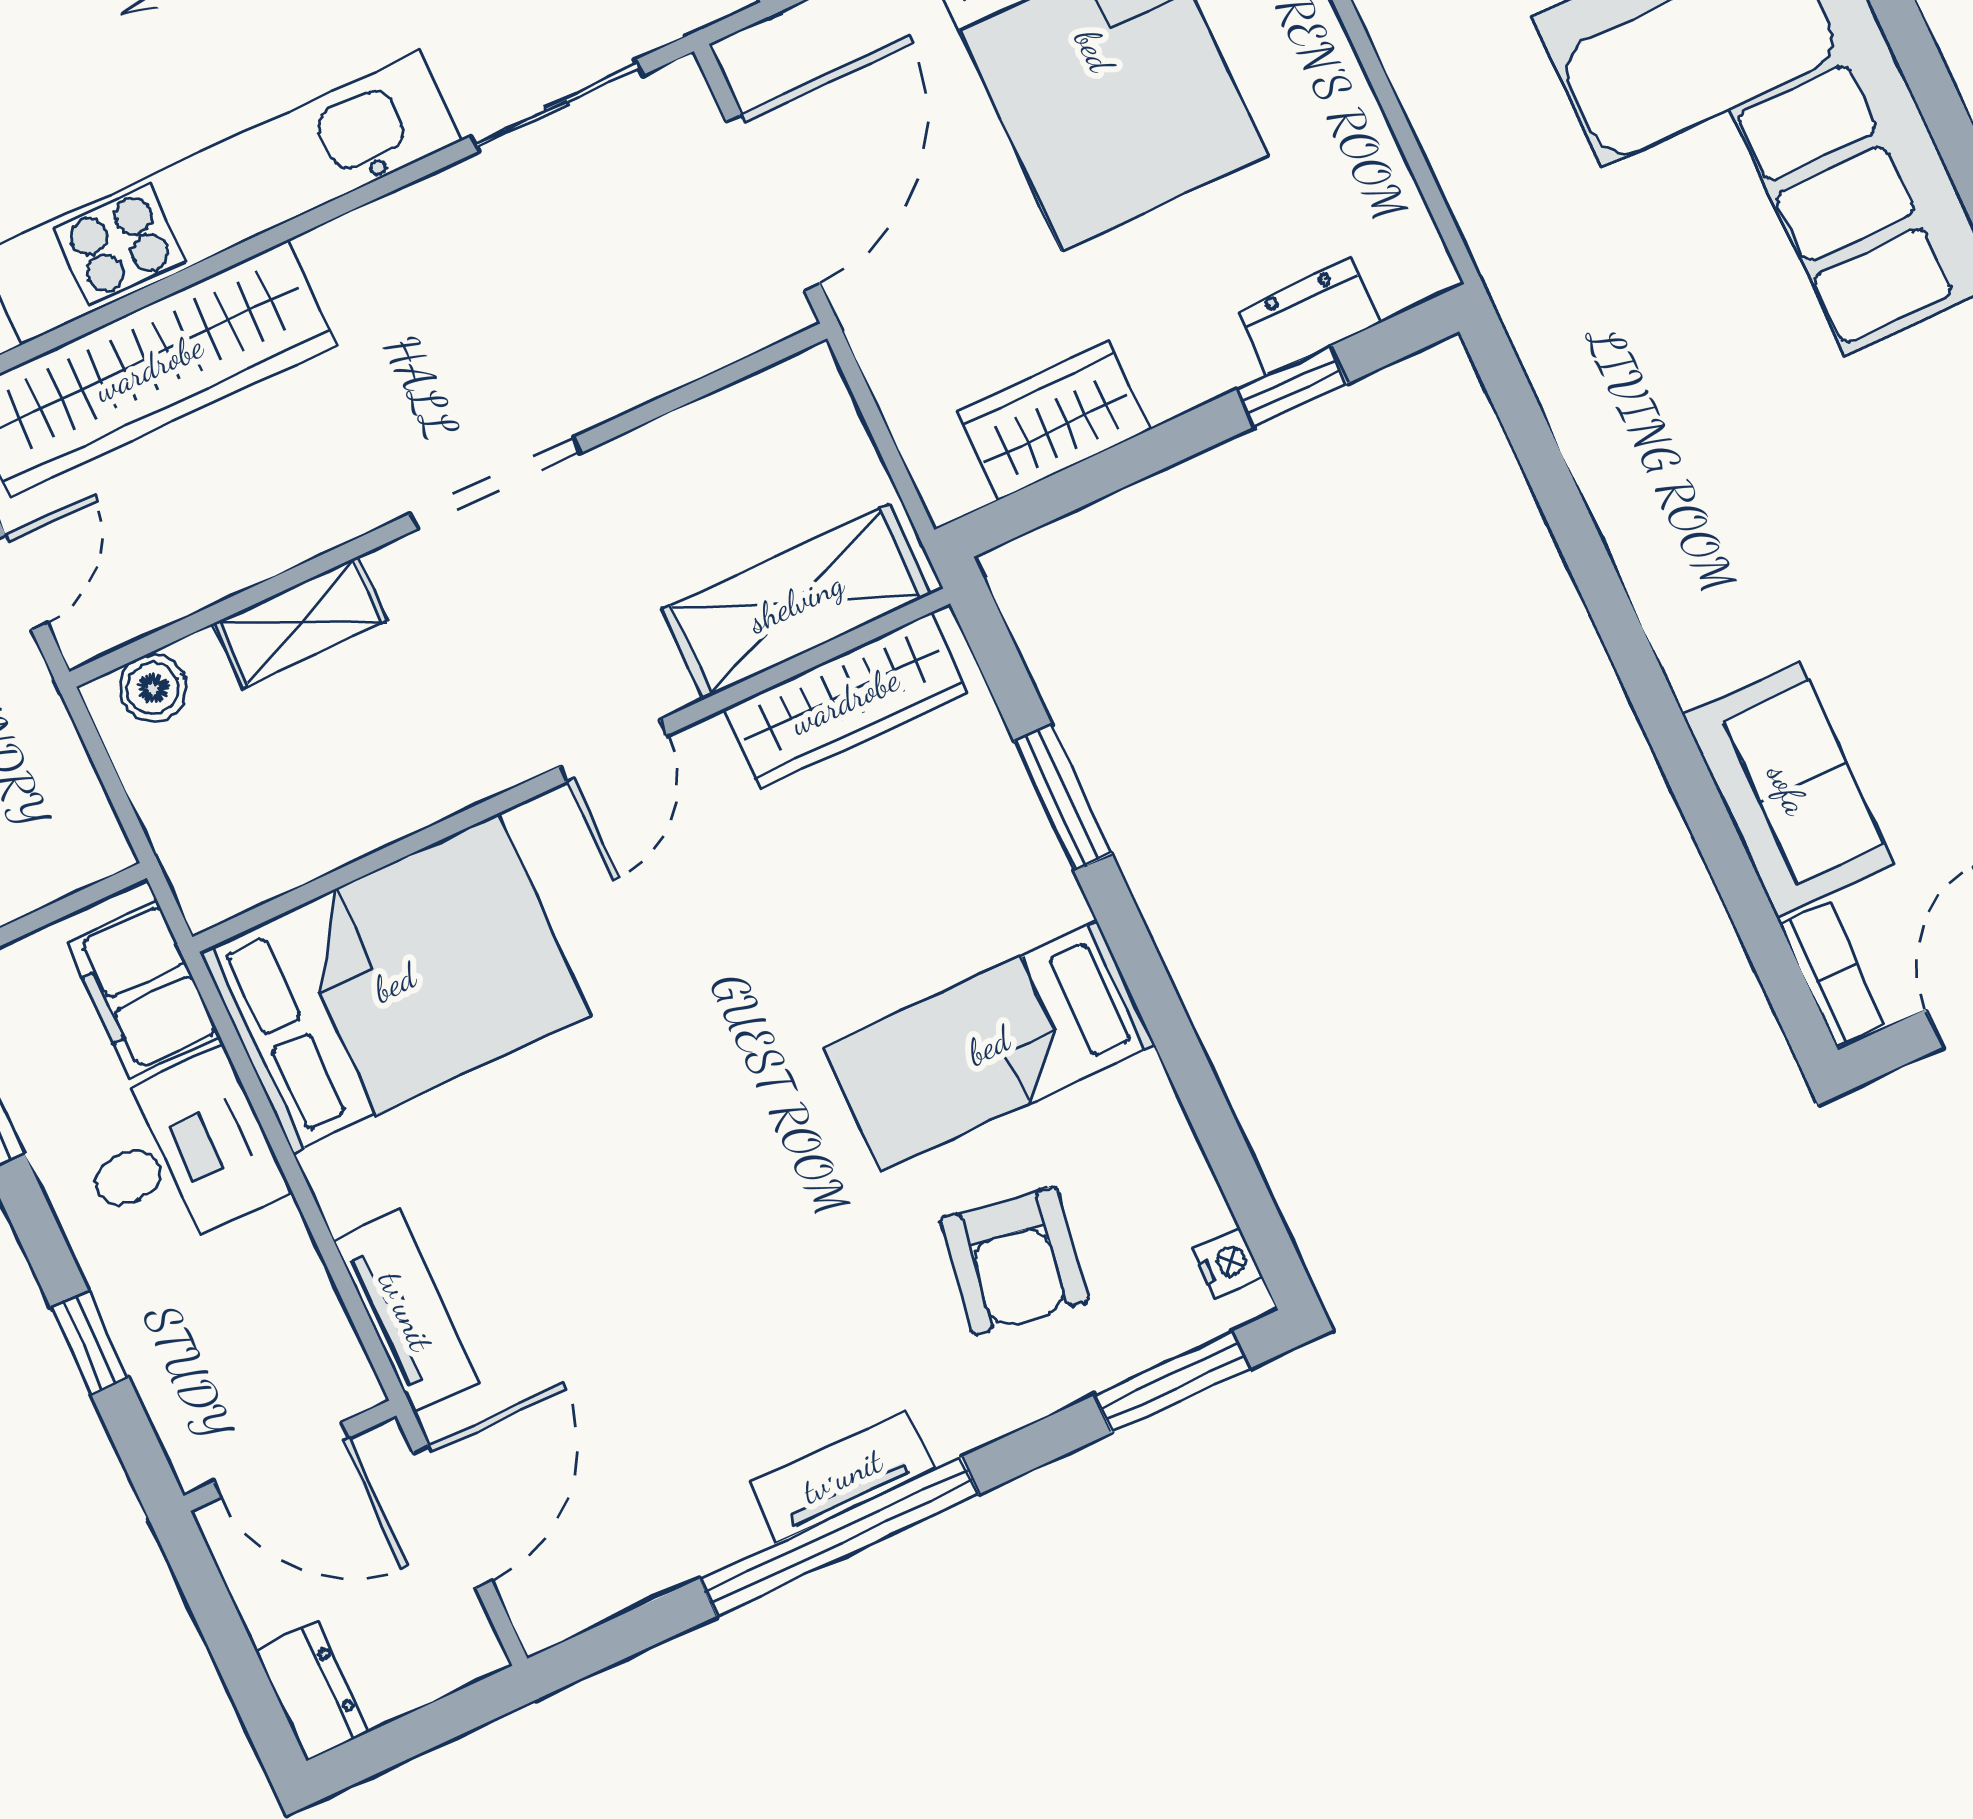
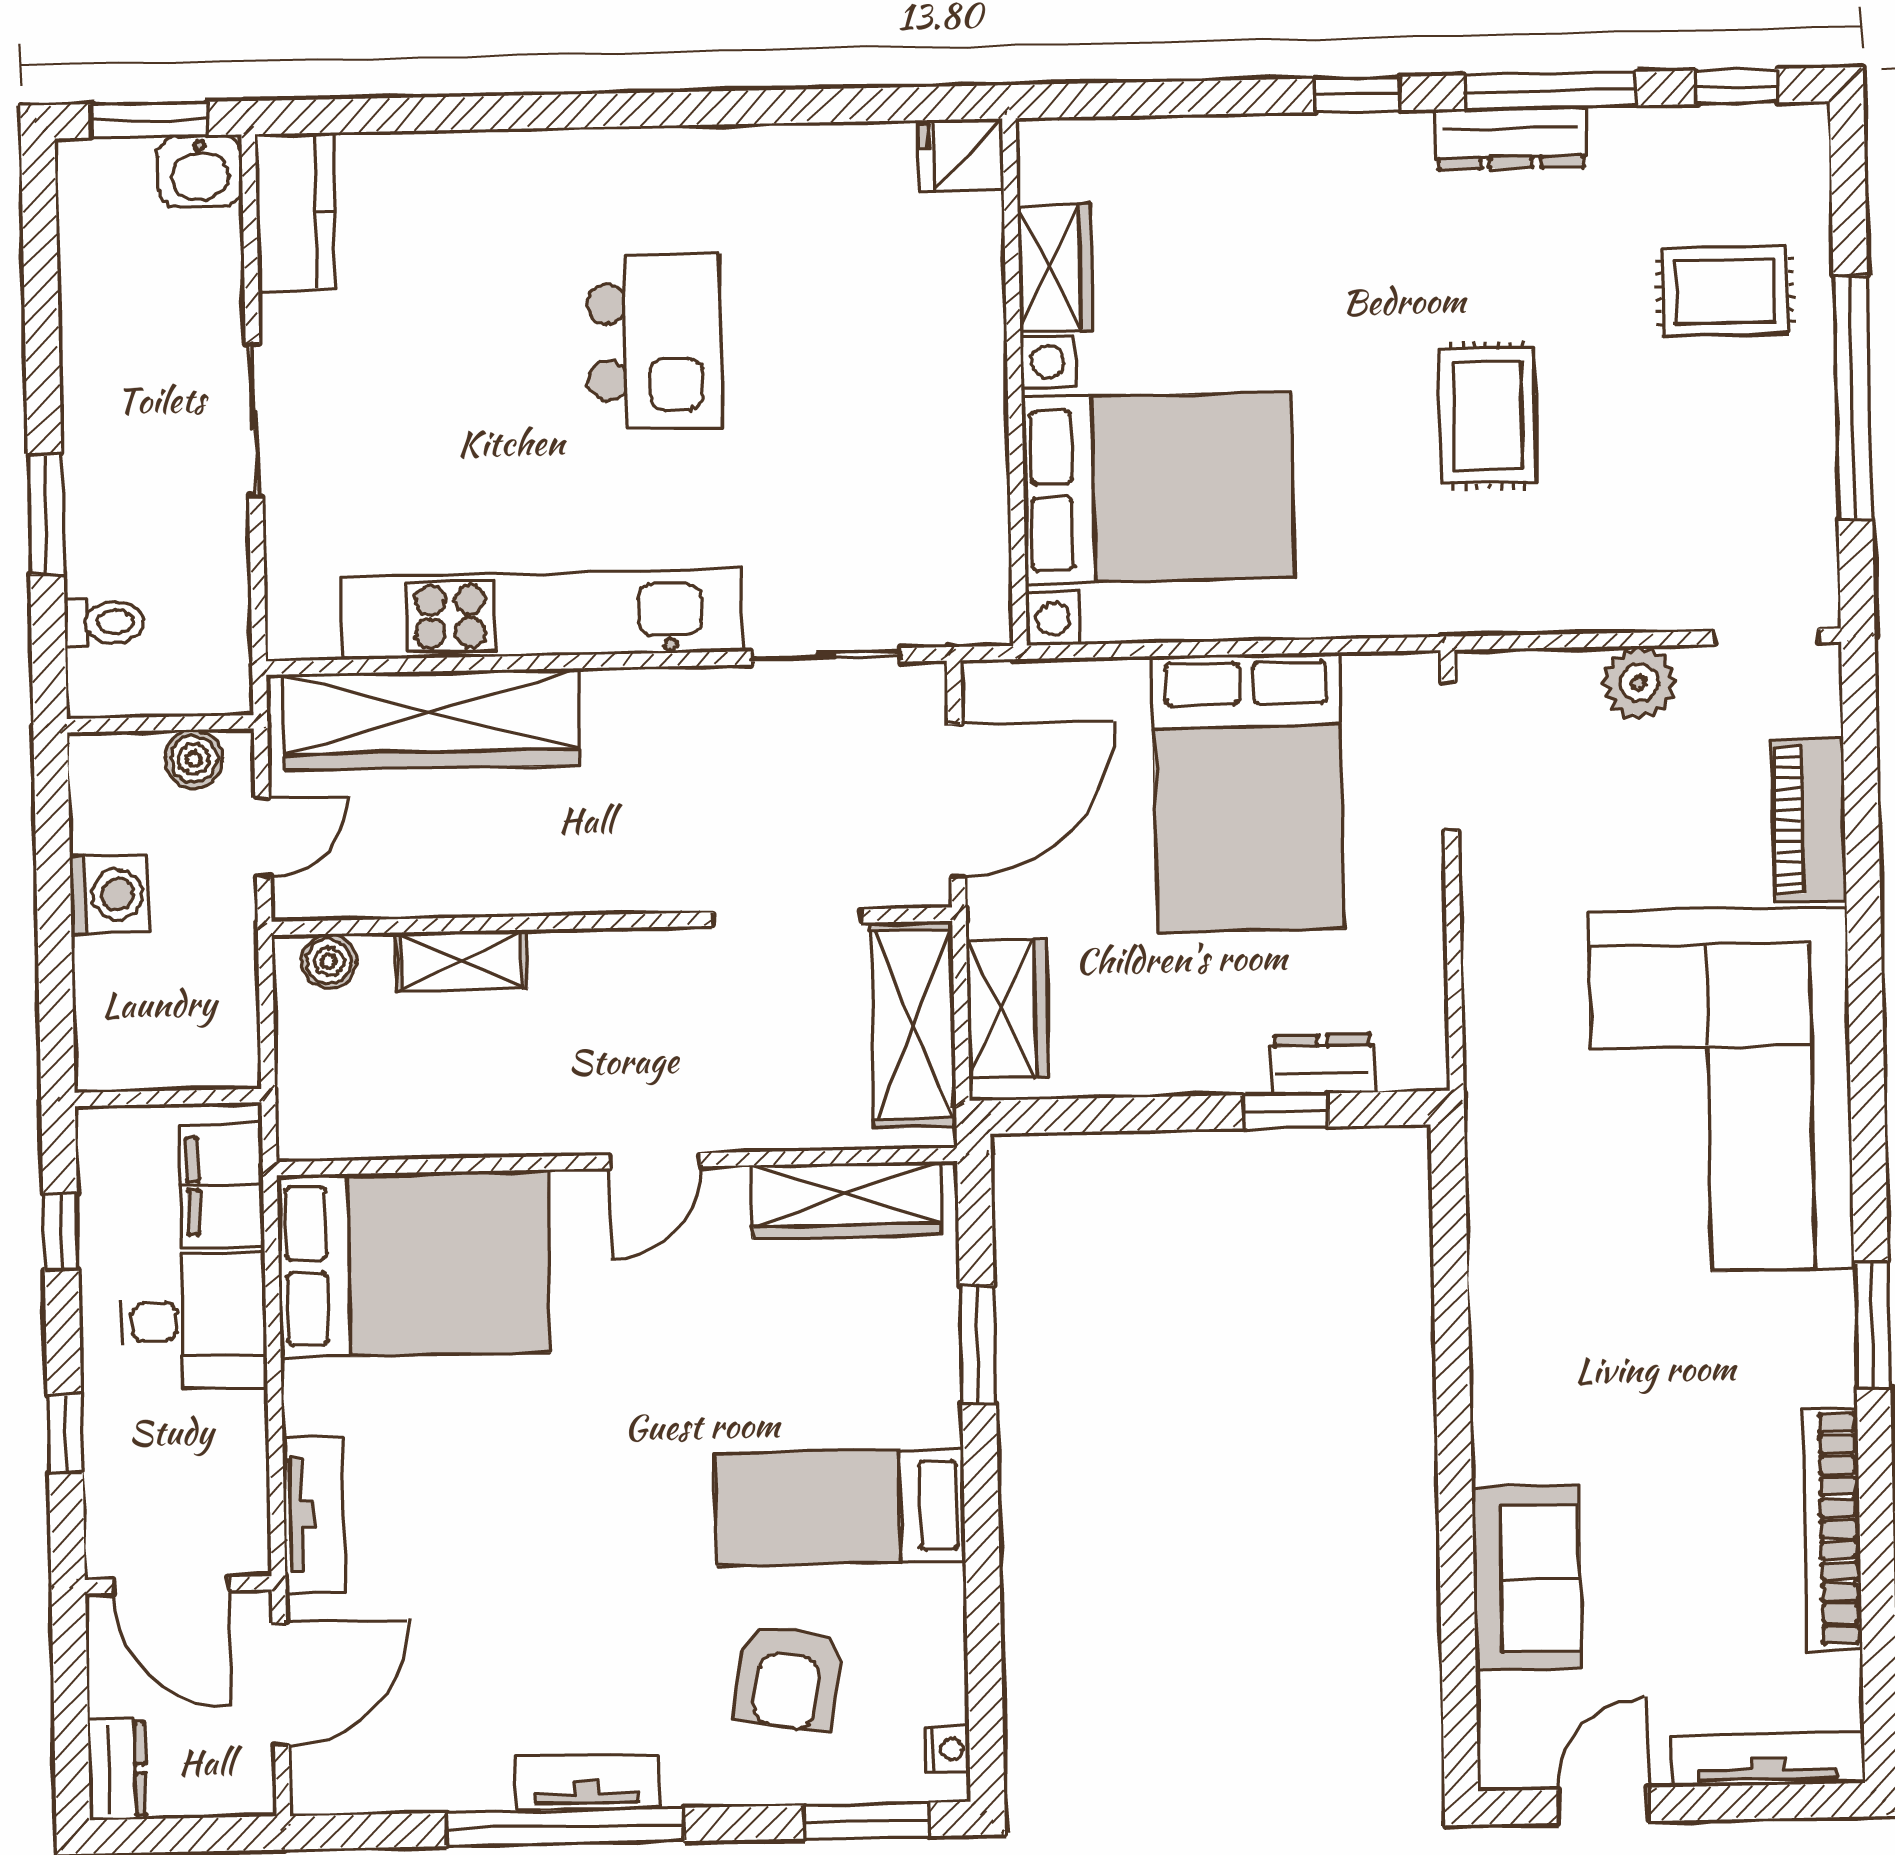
wardrobe: (1053, 421) -> (1008, 1009), moved, turned 90
doorway: (496, 483) -> (788, 918), moved
shelving: (796, 602) -> (913, 1025), moved, turned 90
bookcase: (1832, 974) -> (1499, 1732), removed

